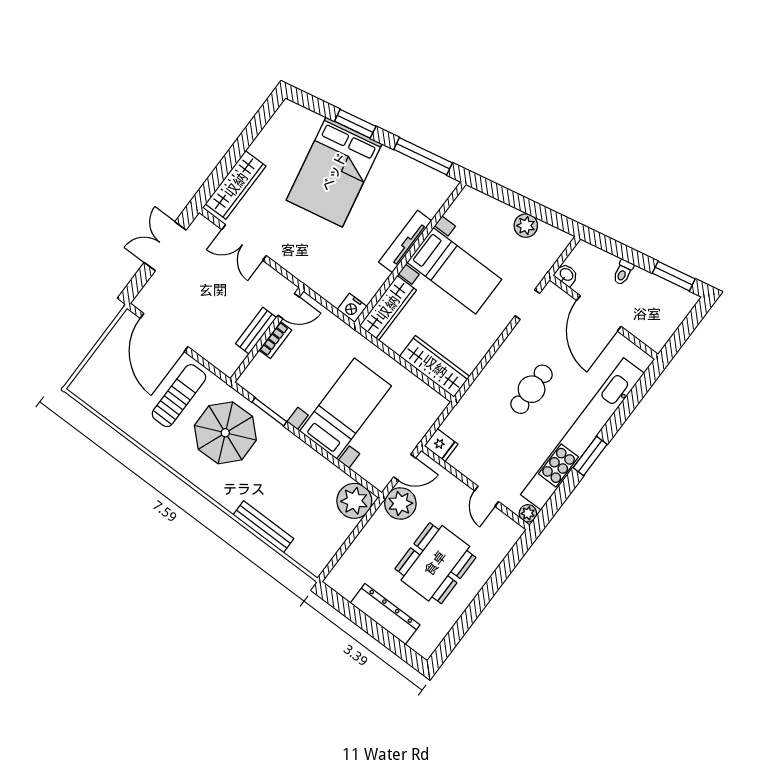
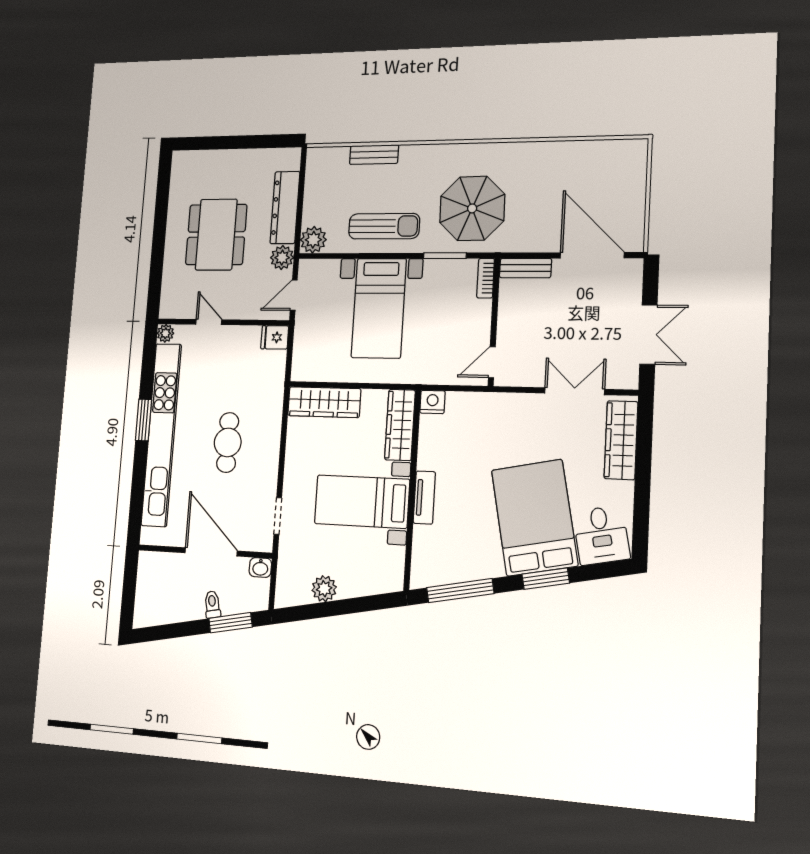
desk: (295, 128) -> (601, 535), added
tv unit: (405, 241) -> (424, 498), width x0.71
window: (674, 276) -> (230, 623), moved
bench: (256, 331) -> (525, 268), moved, turned 90
bookcase: (275, 340) -> (486, 278), moved
sun lounger: (179, 396) -> (384, 226), moved, turned -90
plant: (354, 501) -> (313, 240), width x0.73, depth x0.73
plant: (400, 503) -> (282, 258), width x0.73, depth x0.73
bench: (263, 527) -> (374, 155), width x0.73
dresser: (385, 614) -> (285, 208), moved, turned 90

